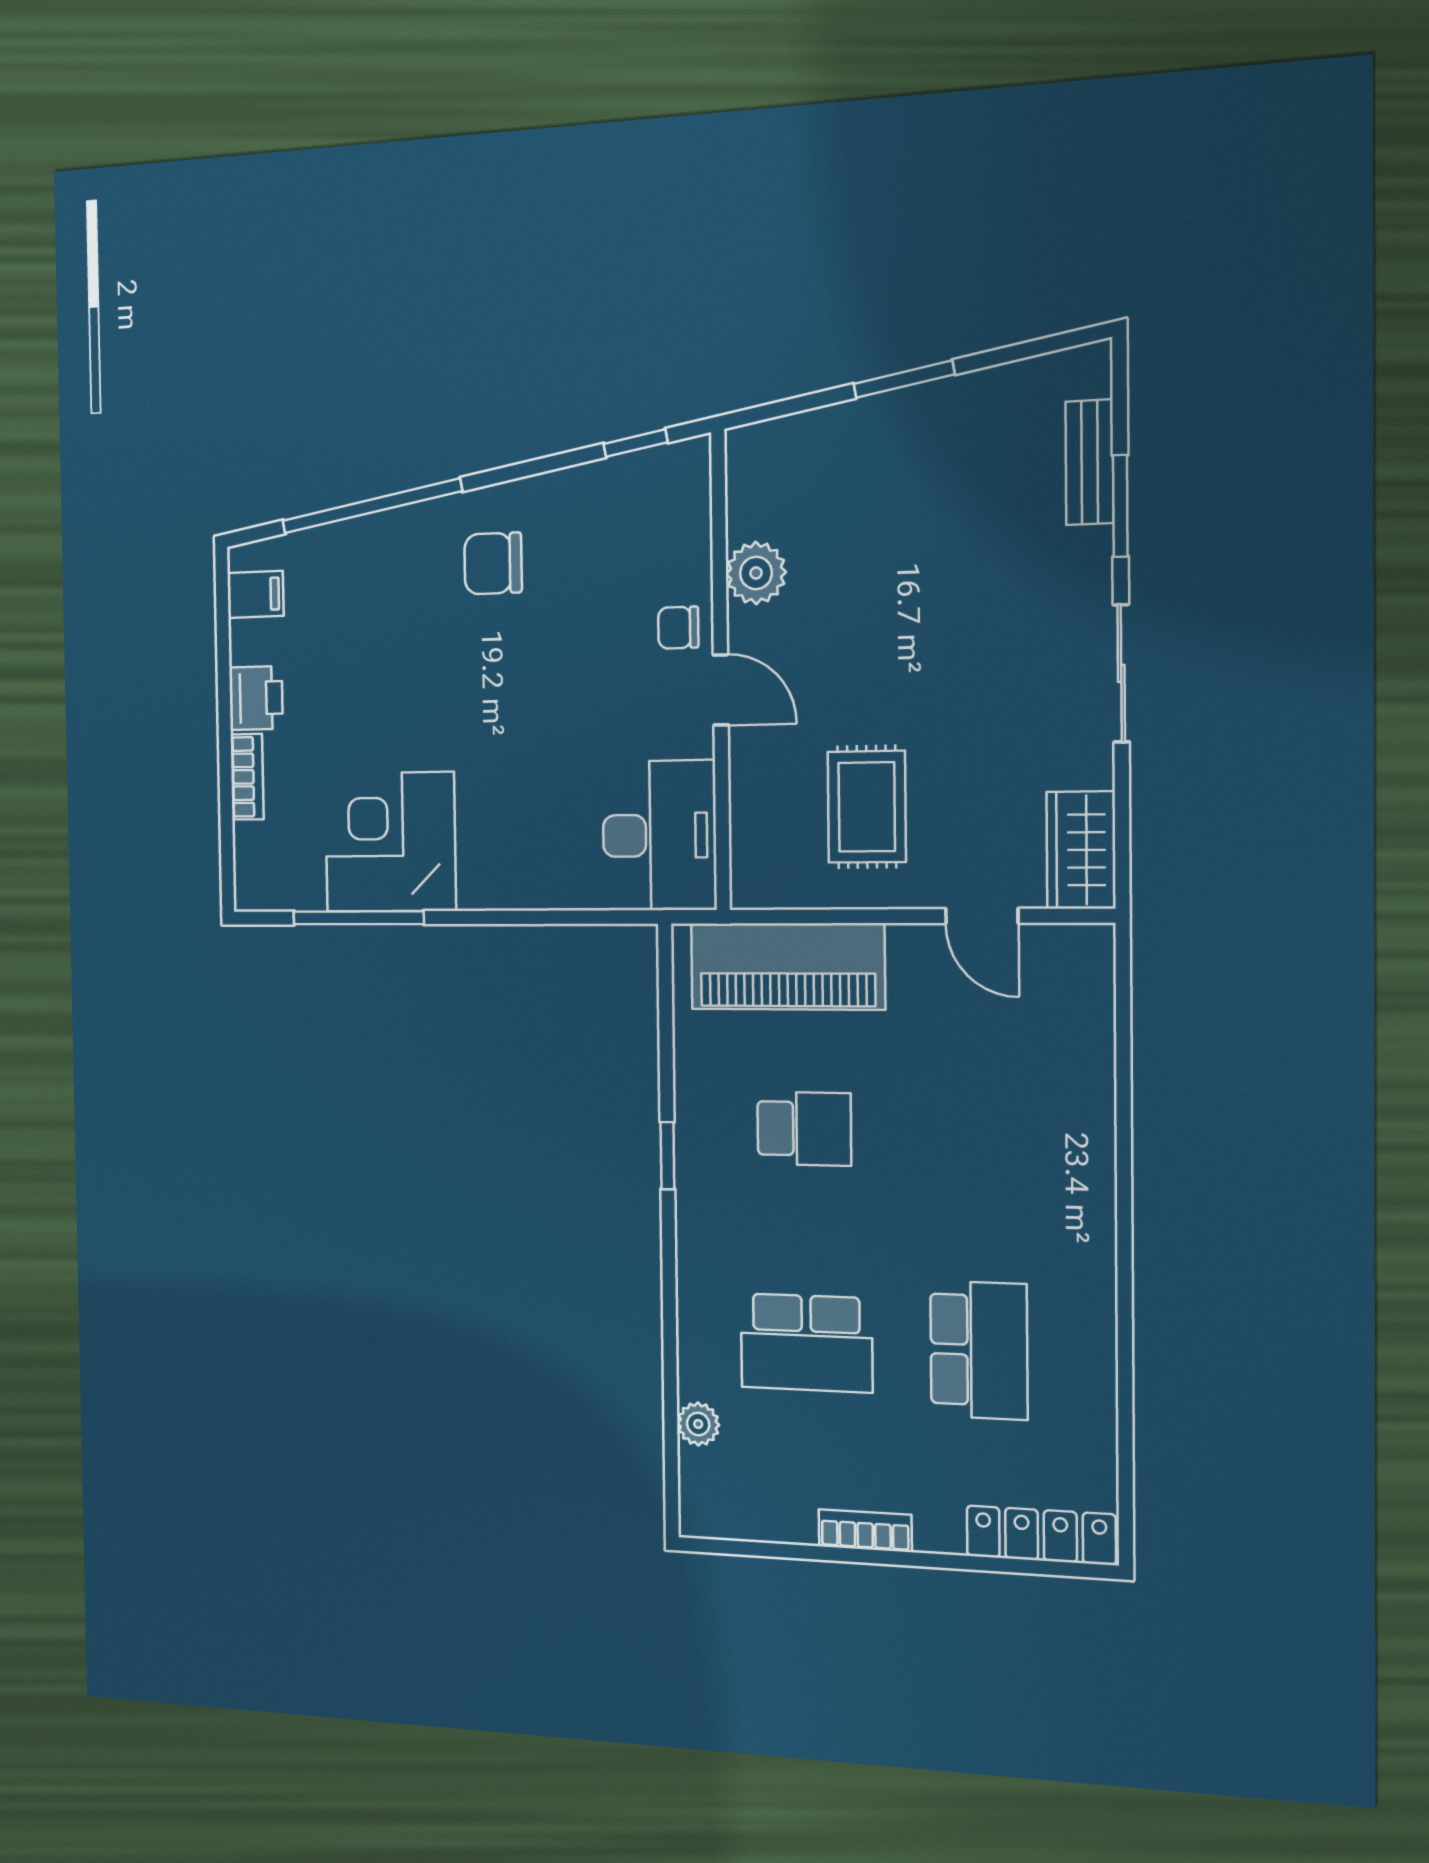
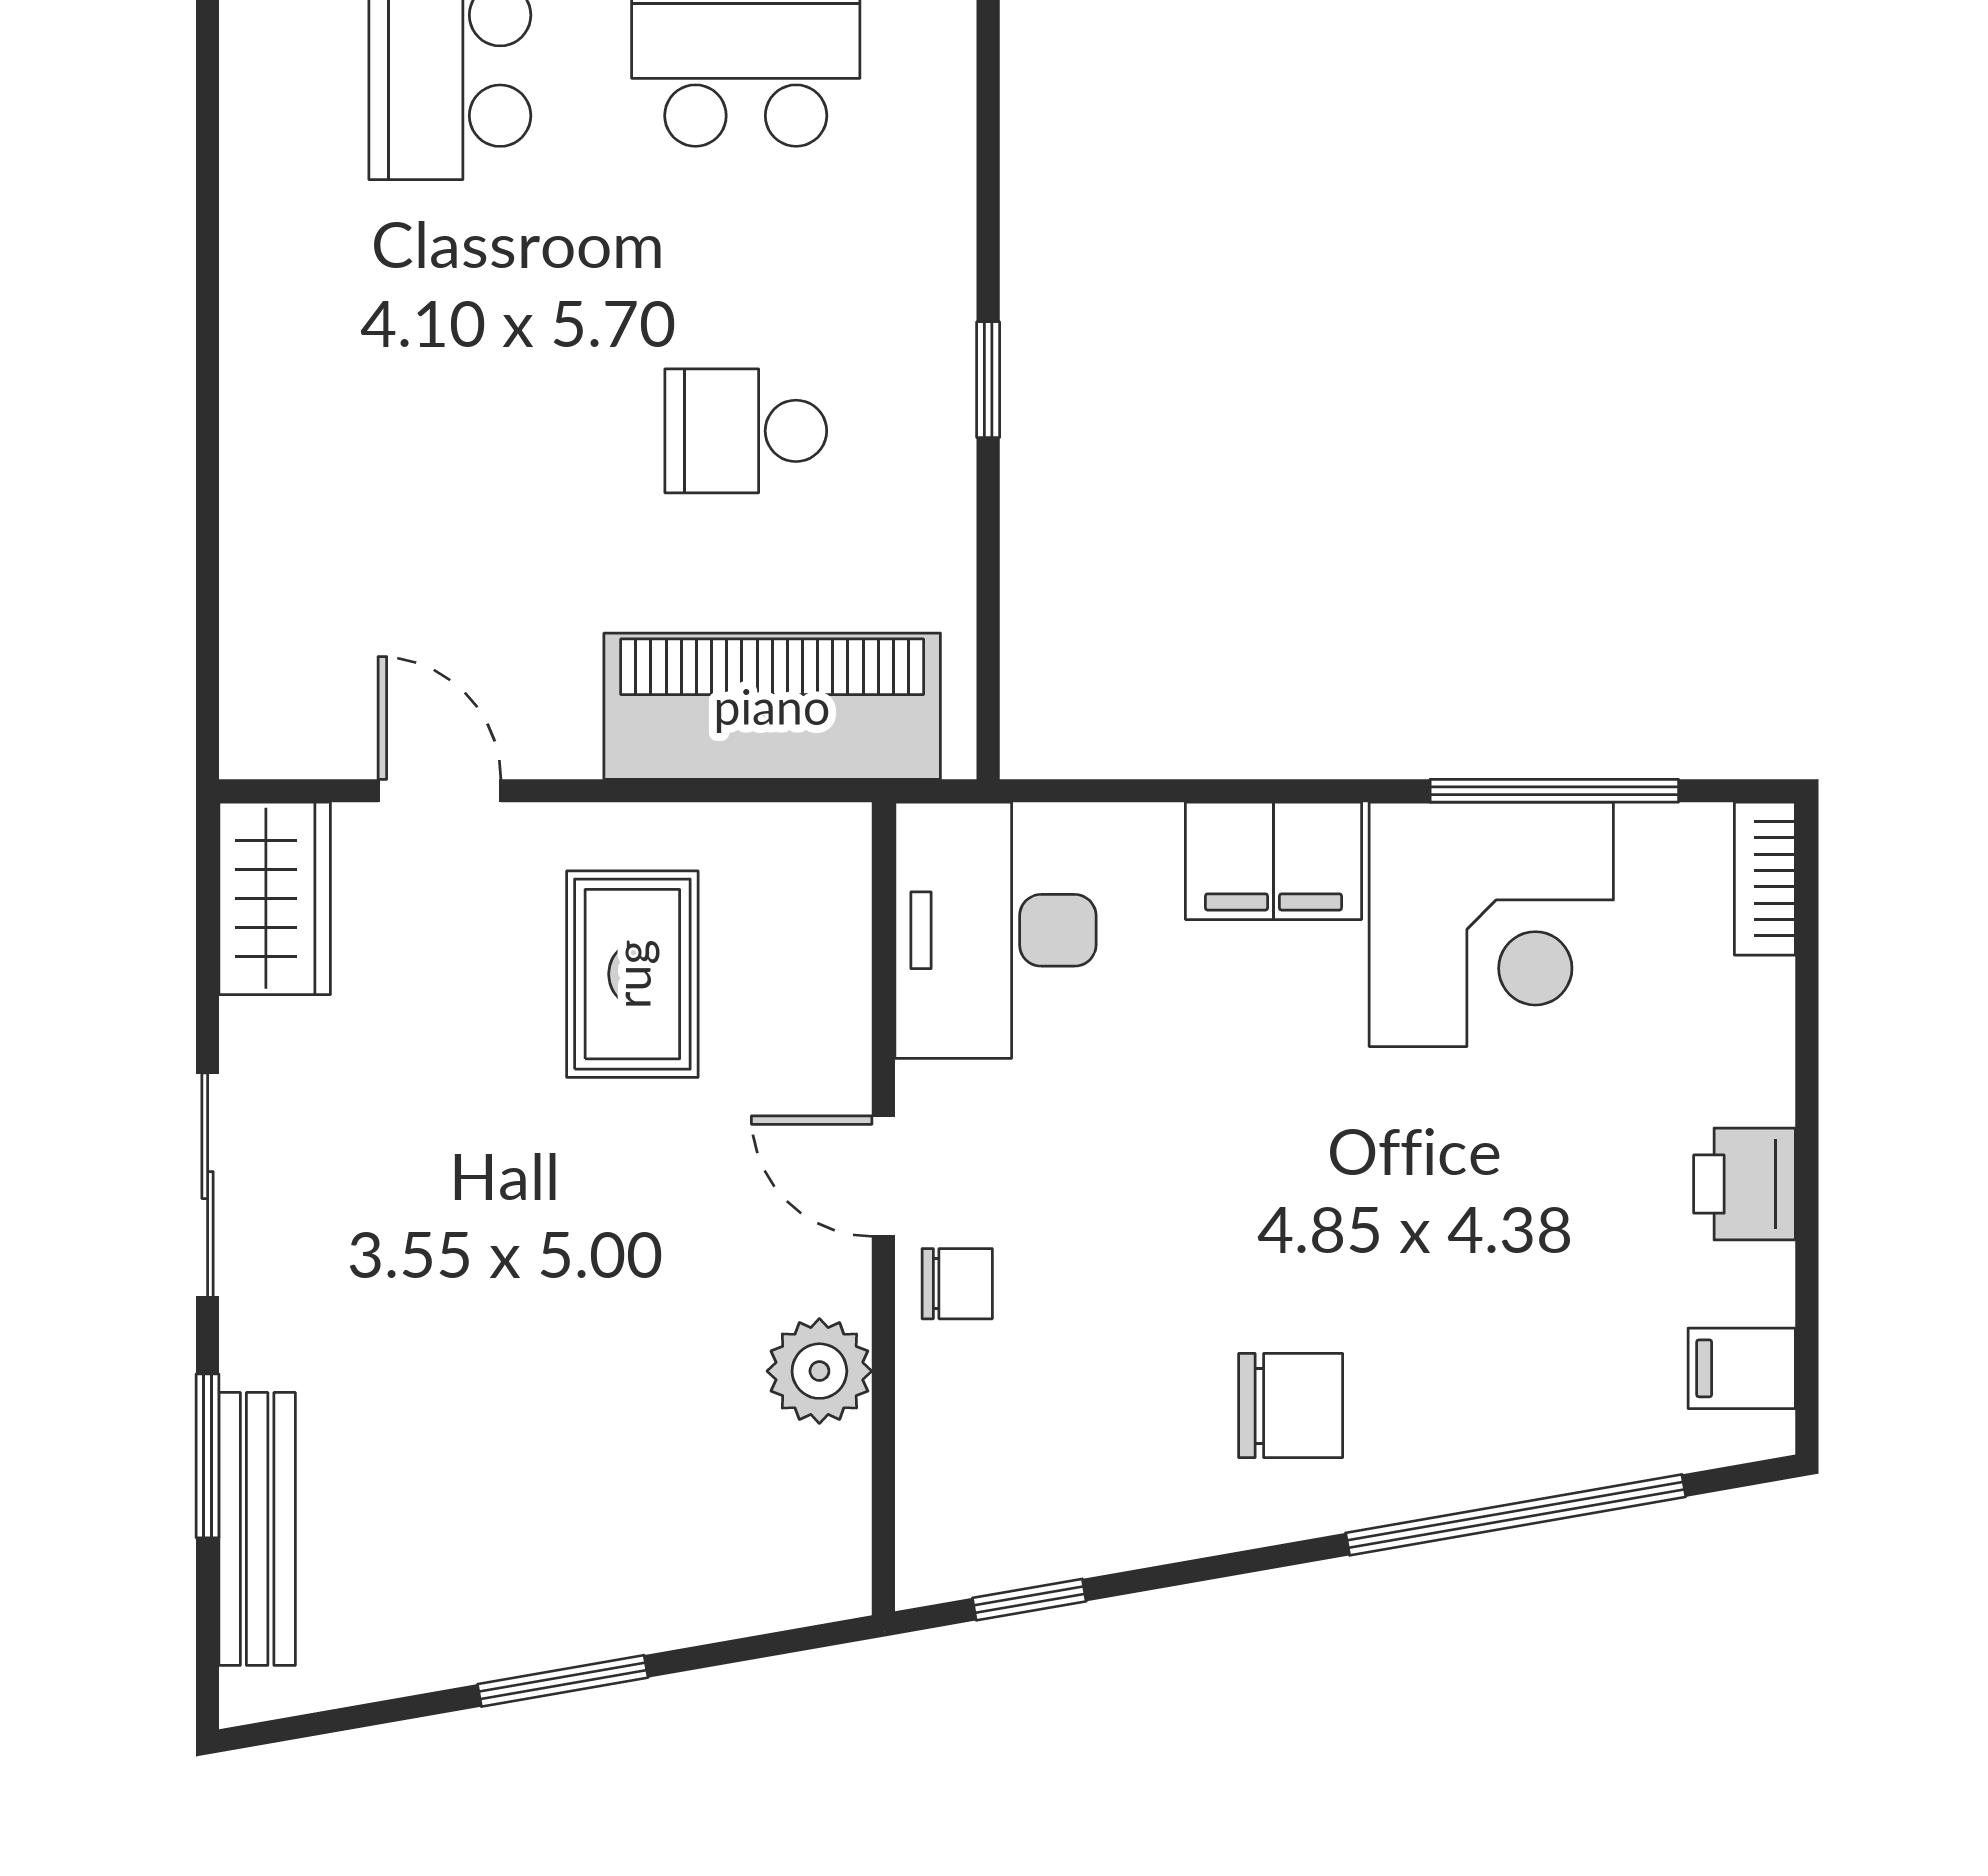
bench: (1089, 462) -> (257, 1529), width x1.36
bookcase: (247, 777) -> (1765, 879), moved
filing cabinet: (507, 877) -> (1273, 861), added

